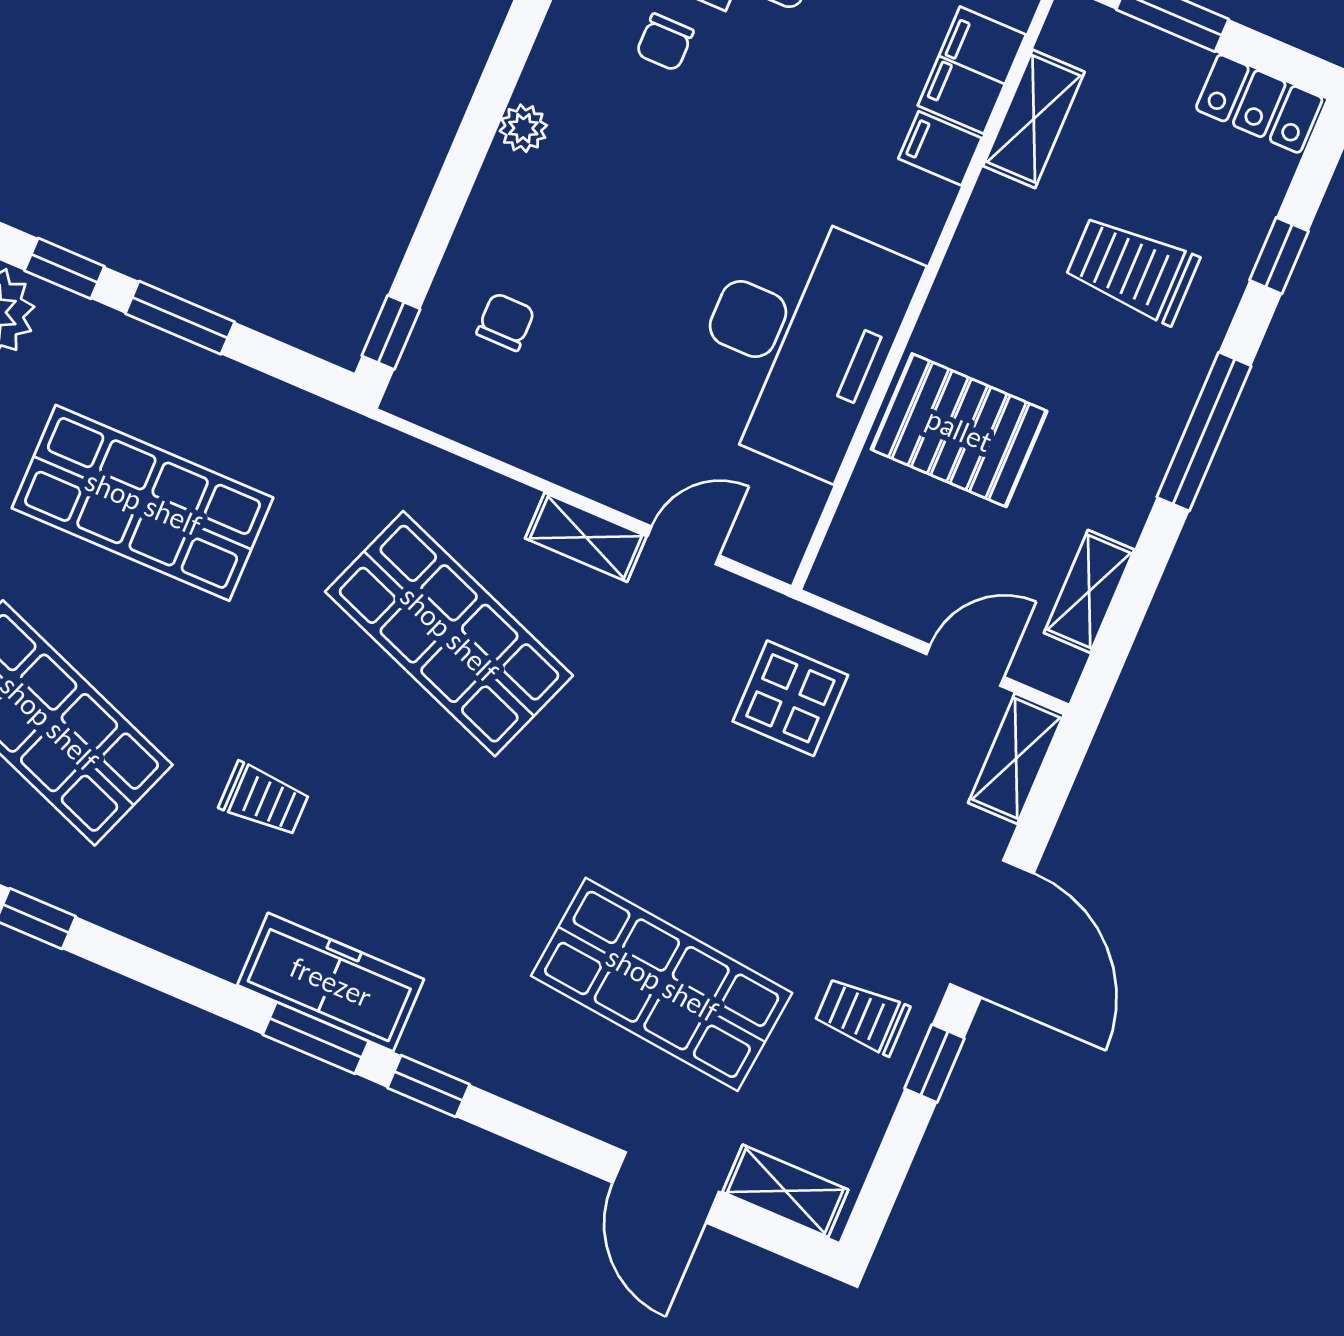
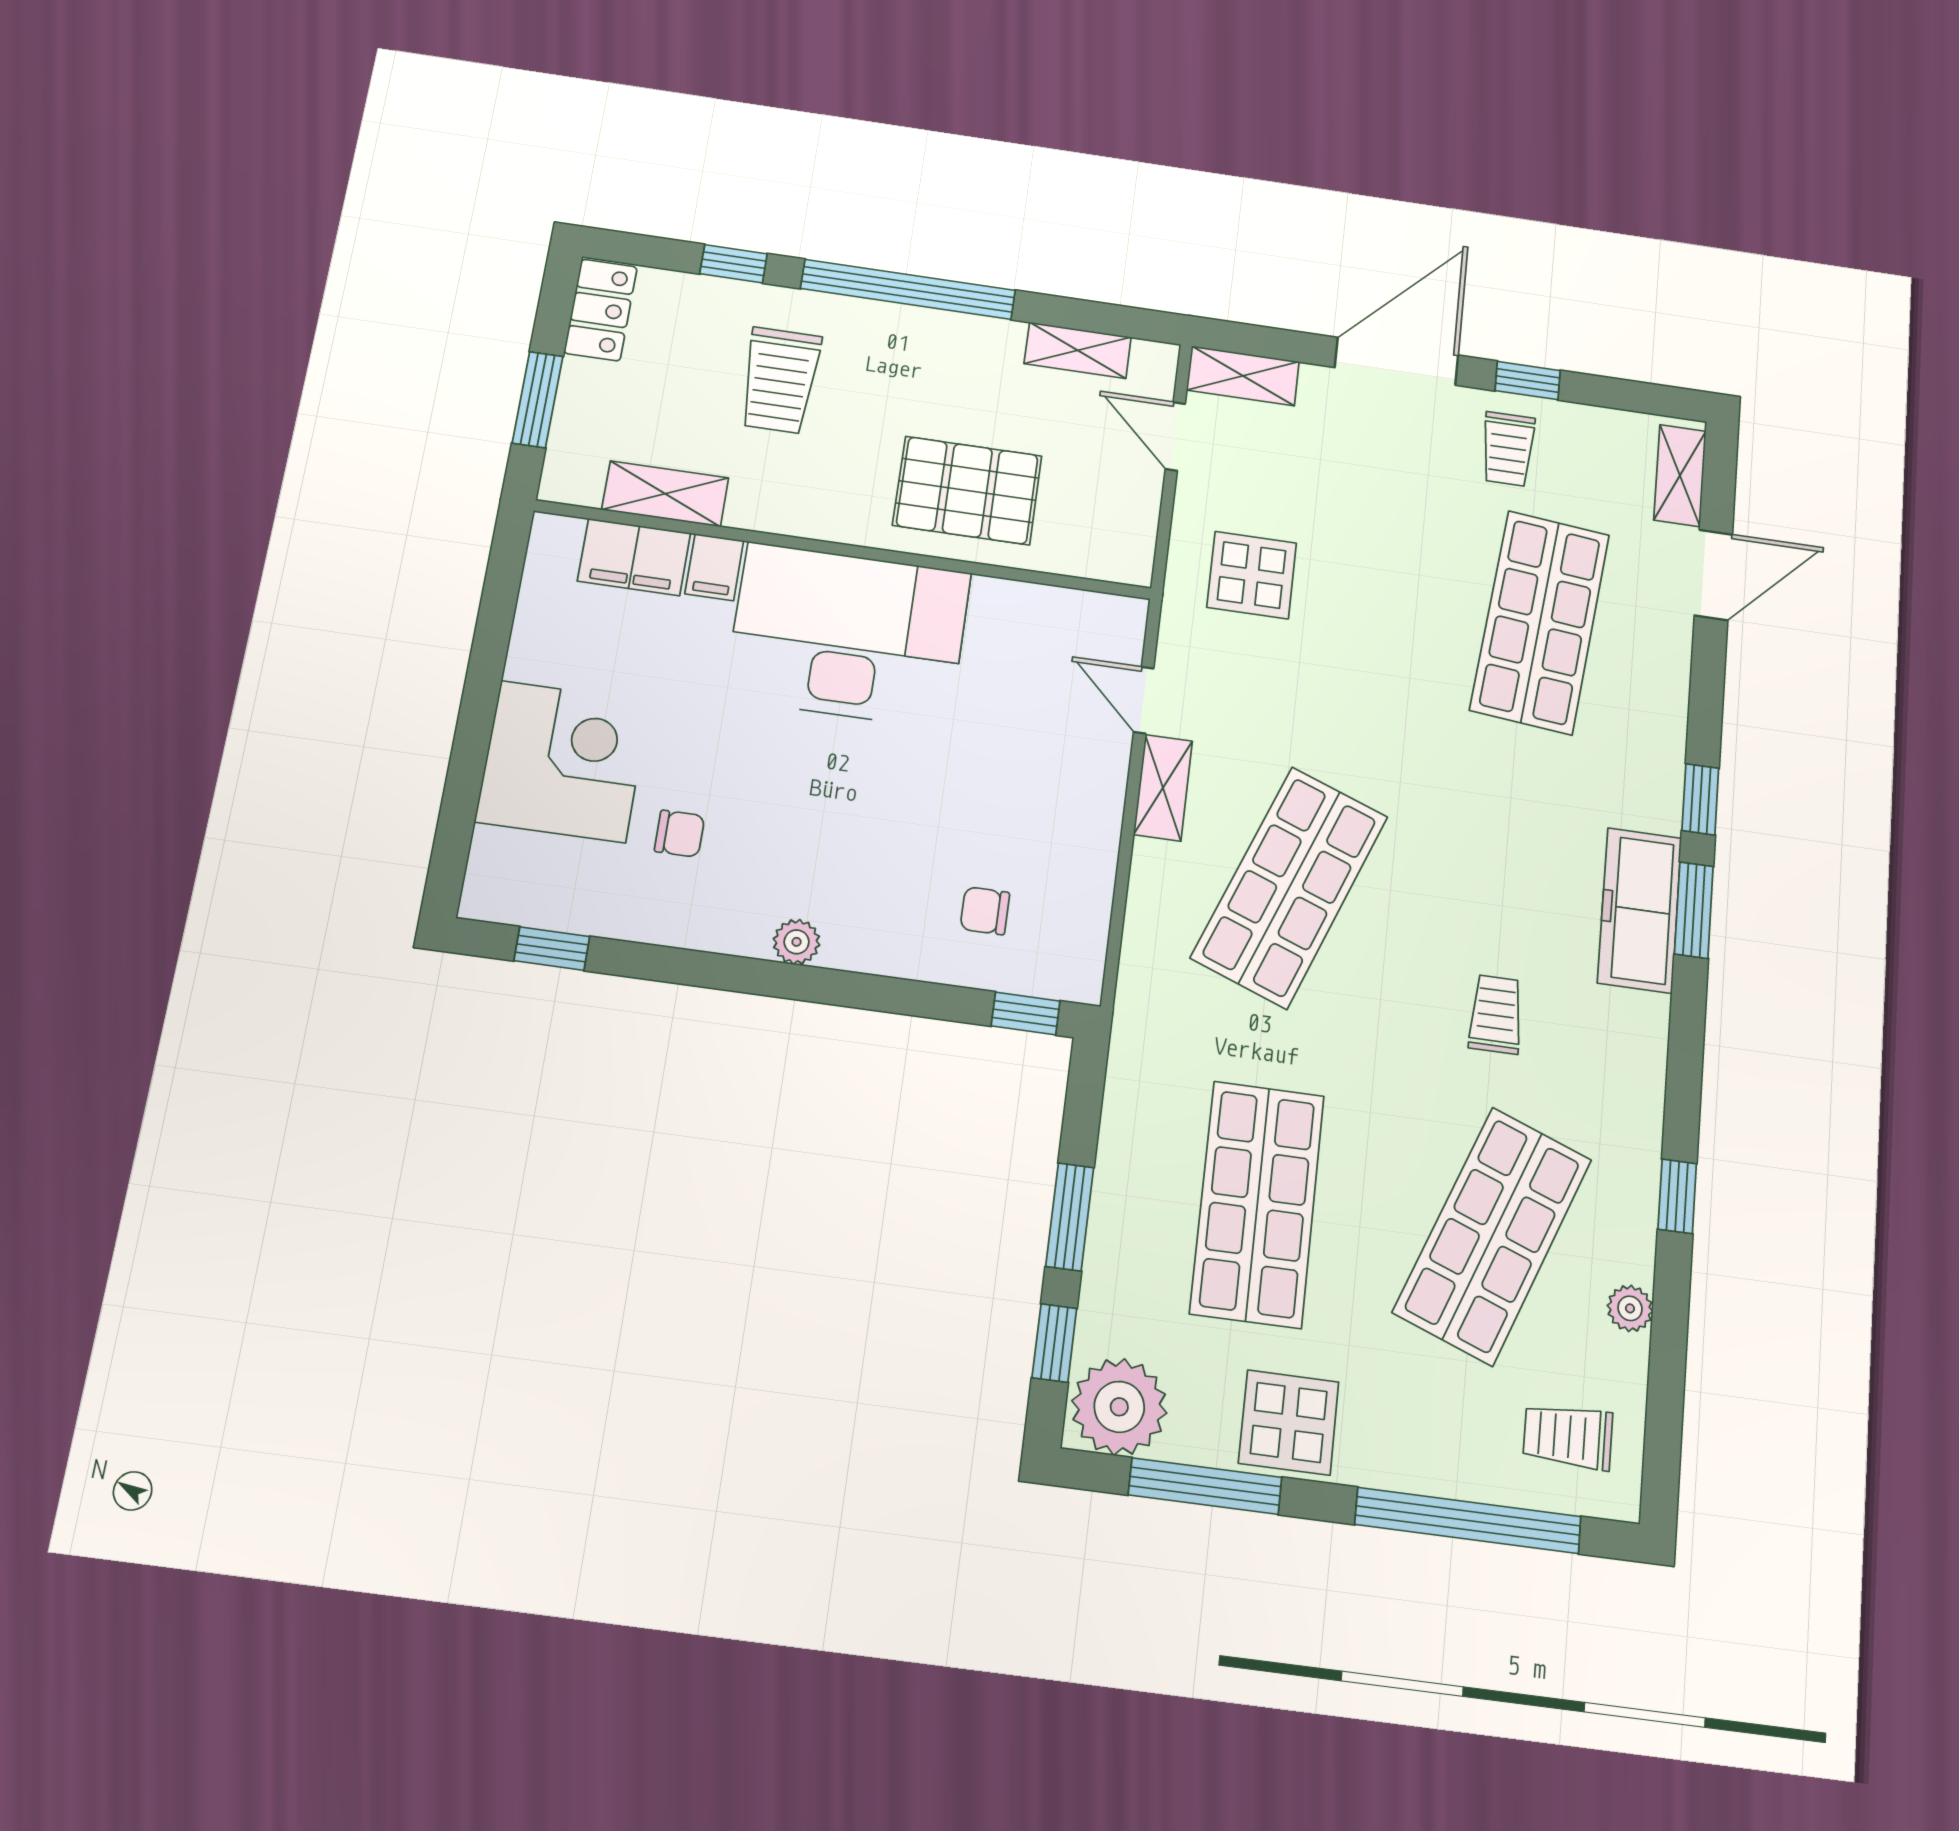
desk: (799, 341) -> (848, 635), moved
pallet: (959, 430) -> (967, 490), turned 90
window: (1204, 432) -> (908, 289), width x1.46

